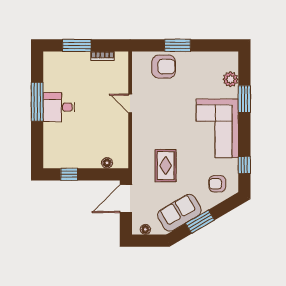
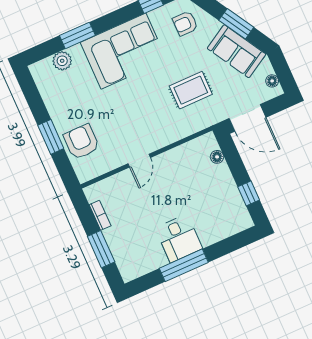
armchair: (217, 184) -> (185, 23), turned 90

